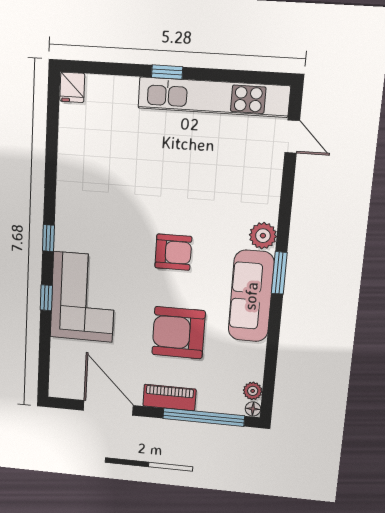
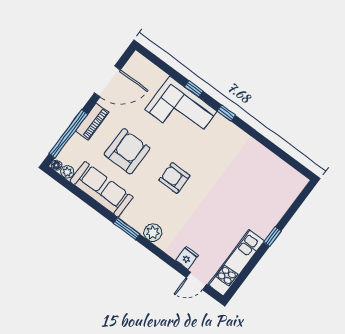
fridge: (72, 87) -> (187, 258), moved, turned 90
kitchen unit: (214, 97) -> (236, 263), width x0.73
armchair: (173, 252) -> (174, 178), turned 90
sofa: (251, 296) -> (102, 189), moved

